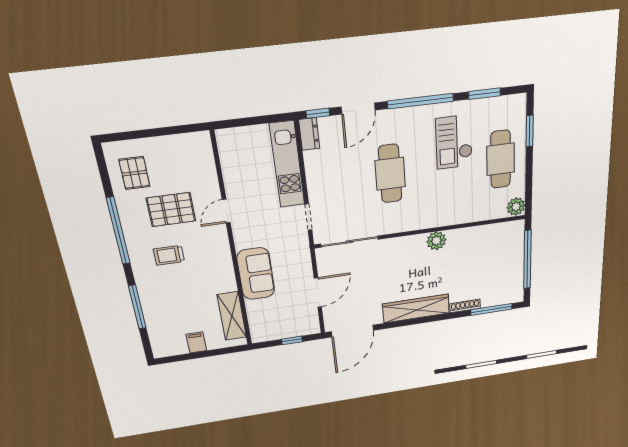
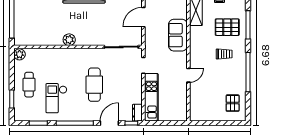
checkout: (454, 142) -> (56, 98), turned 180
cafe table: (501, 159) -> (29, 85), width x0.73, depth x0.74
pallet: (171, 210) -> (227, 27), moved

